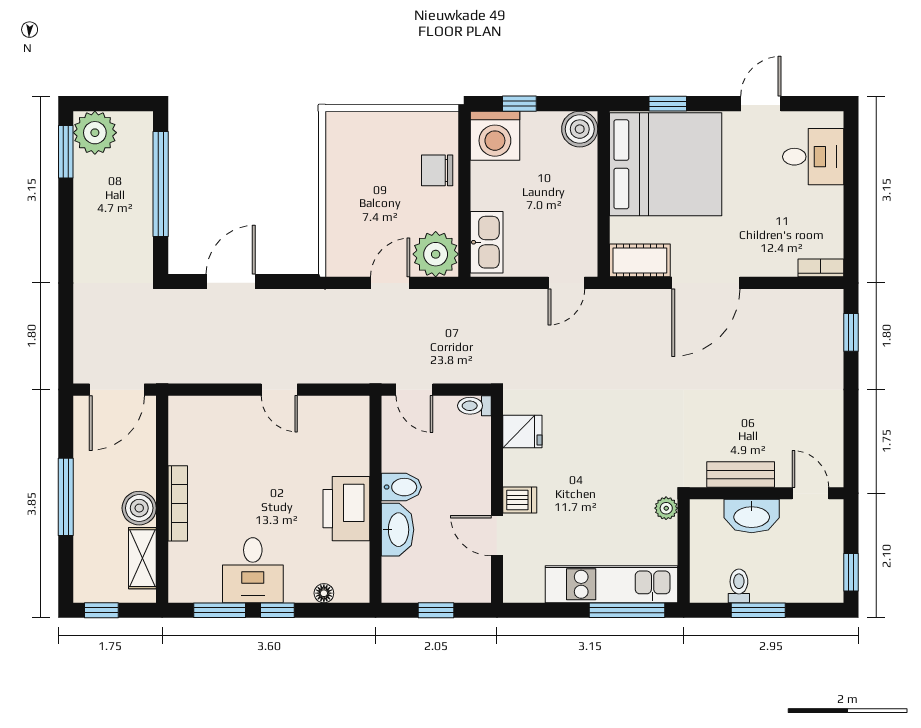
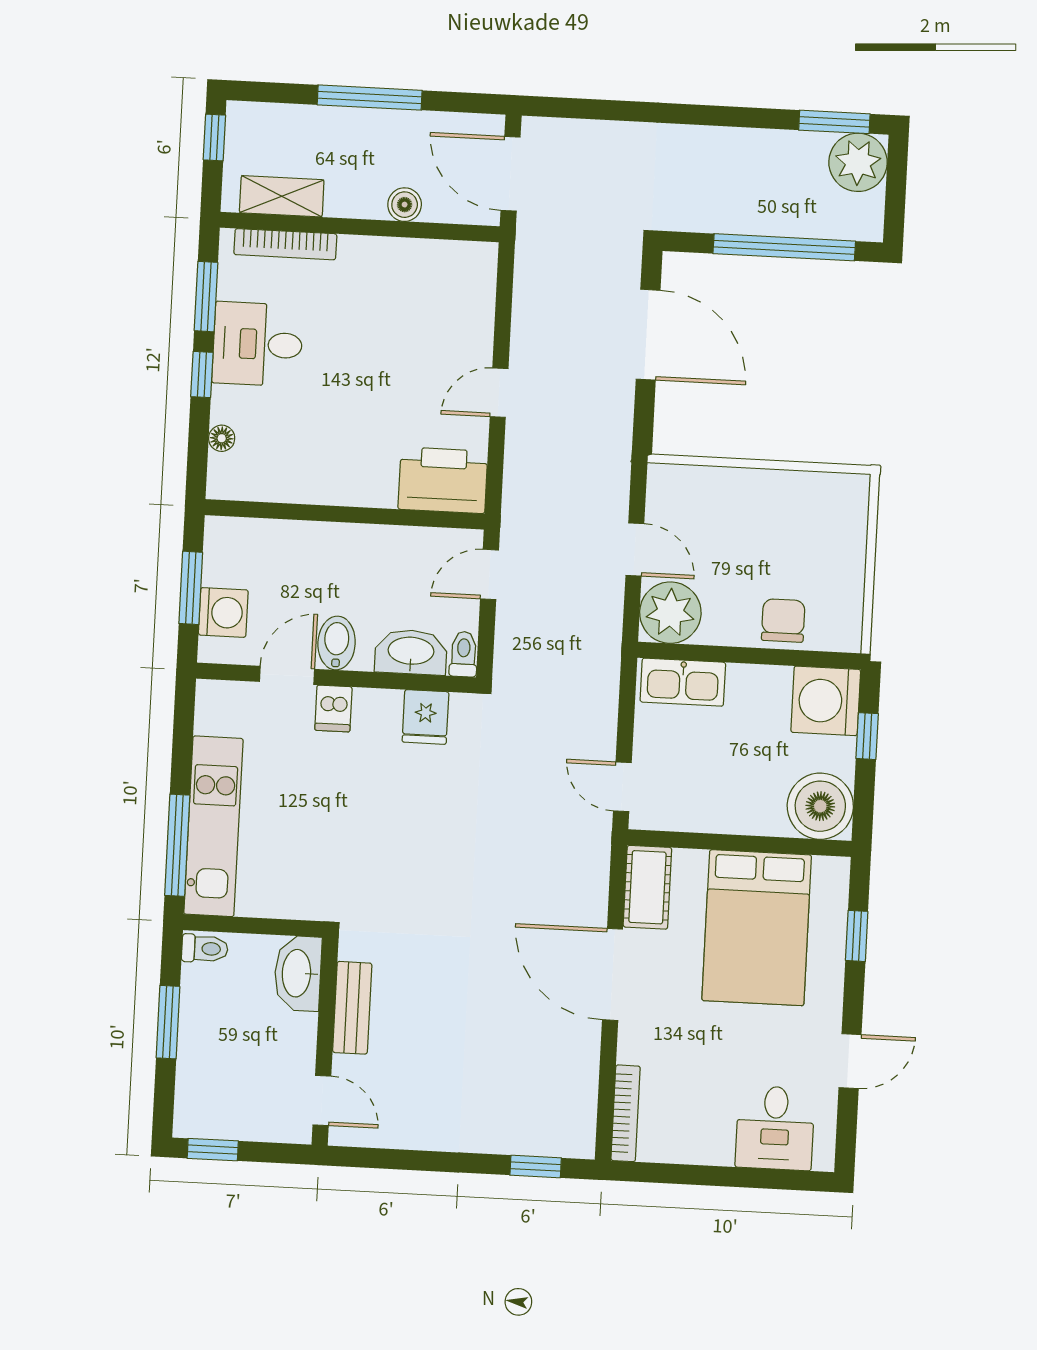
door: (761, 104) -> (850, 1061), hinge flipped
boiler: (580, 129) -> (820, 806), width x1.37, depth x1.37
bed: (666, 164) -> (757, 928), width x0.73
bookcase: (821, 268) -> (626, 1113), width x1.56
door: (231, 281) -> (648, 335), width x1.36
bidet: (401, 487) -> (337, 643), moved, turned 180
door: (810, 493) -> (322, 1101), hinge flipped
bookcase: (178, 503) -> (285, 244), moved
boiler: (139, 508) -> (405, 205), moved, width x0.73, depth x0.73
plant: (666, 508) -> (312, 905), removed
printer: (346, 509) -> (443, 480), moved
washbasin: (752, 516) -> (298, 973), moved
washbasin: (398, 530) -> (411, 652), moved, turned 180
washing machine: (453, 585) -> (223, 612), added
toilet: (739, 586) -> (205, 949), moved
window: (436, 610) -> (191, 588), width x1.50

